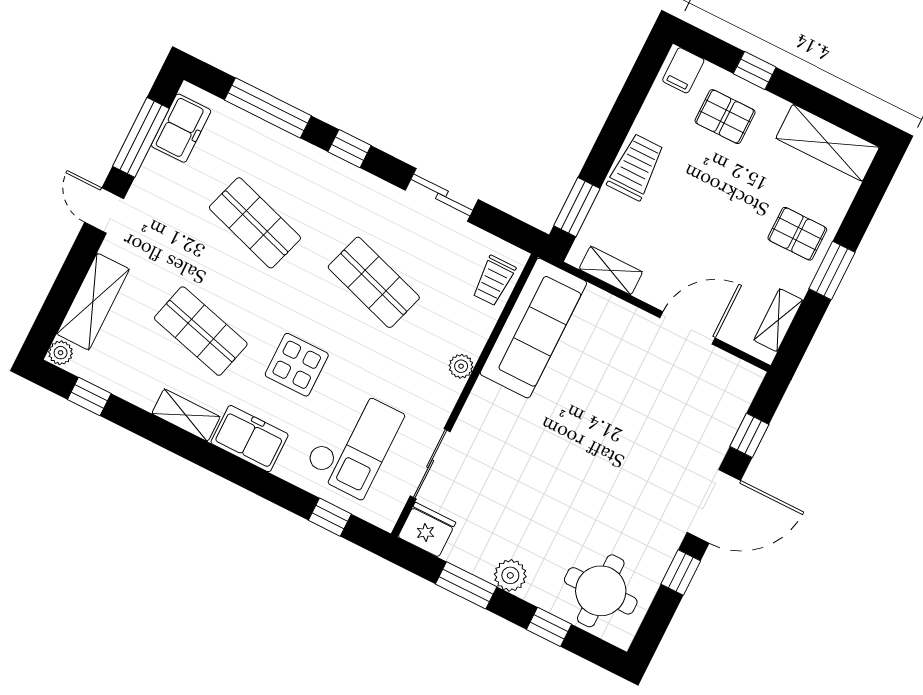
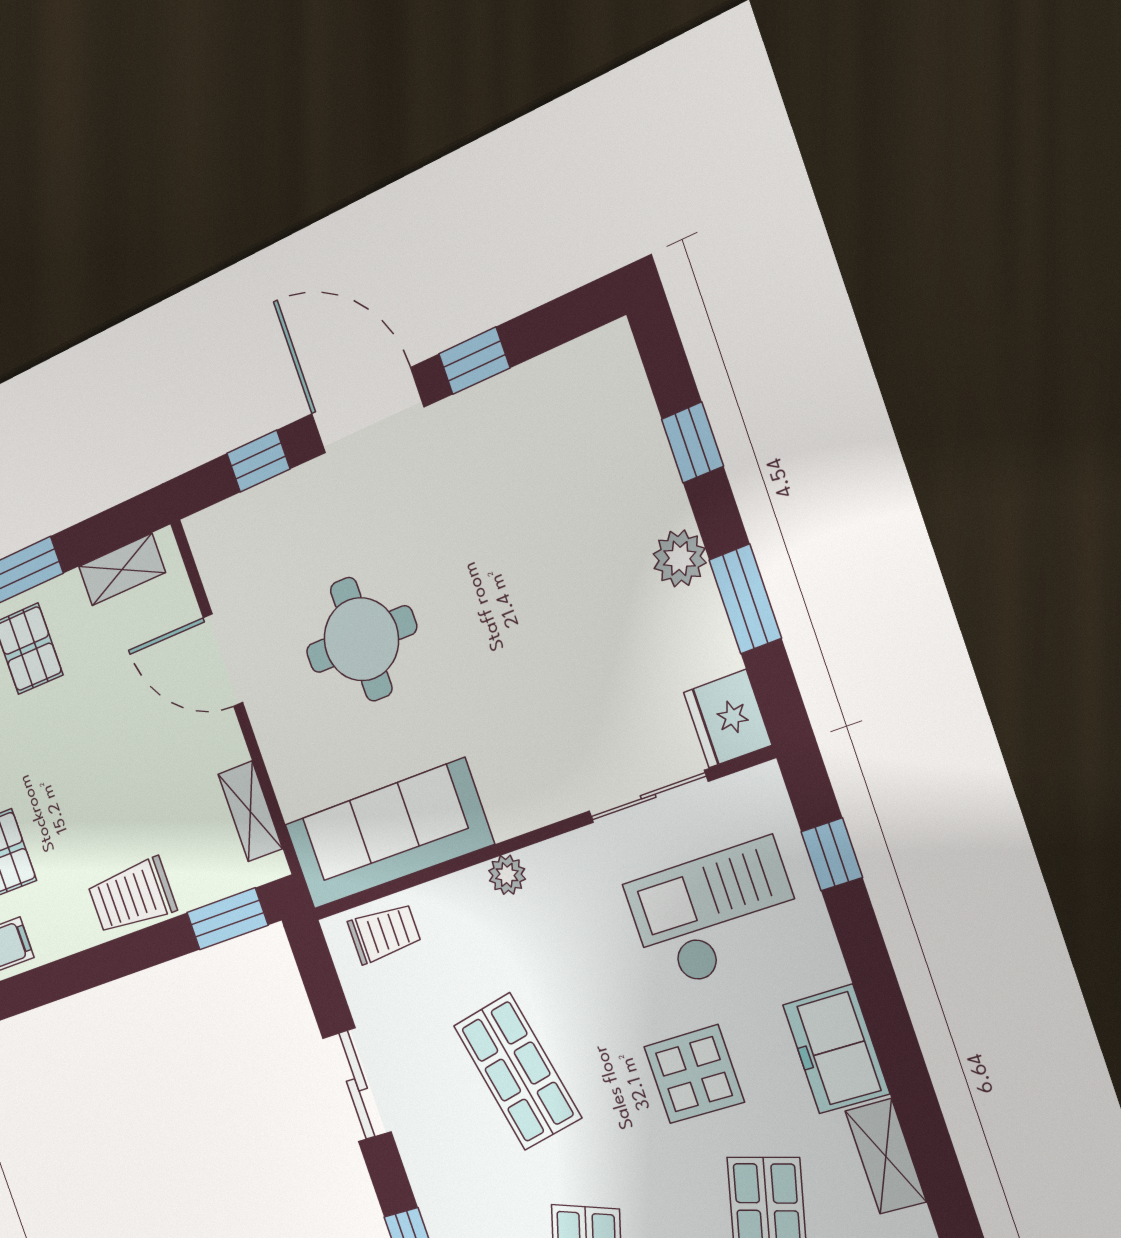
shop shelf: (374, 282) -> (517, 1072), turned -30
round table: (601, 591) -> (361, 639), moved

